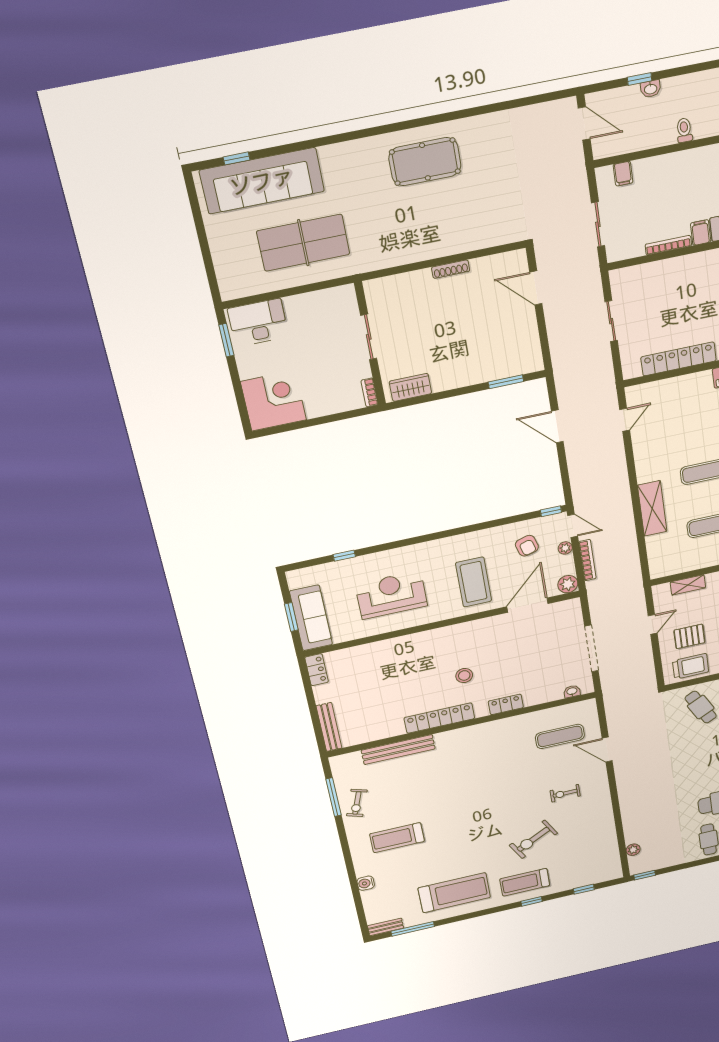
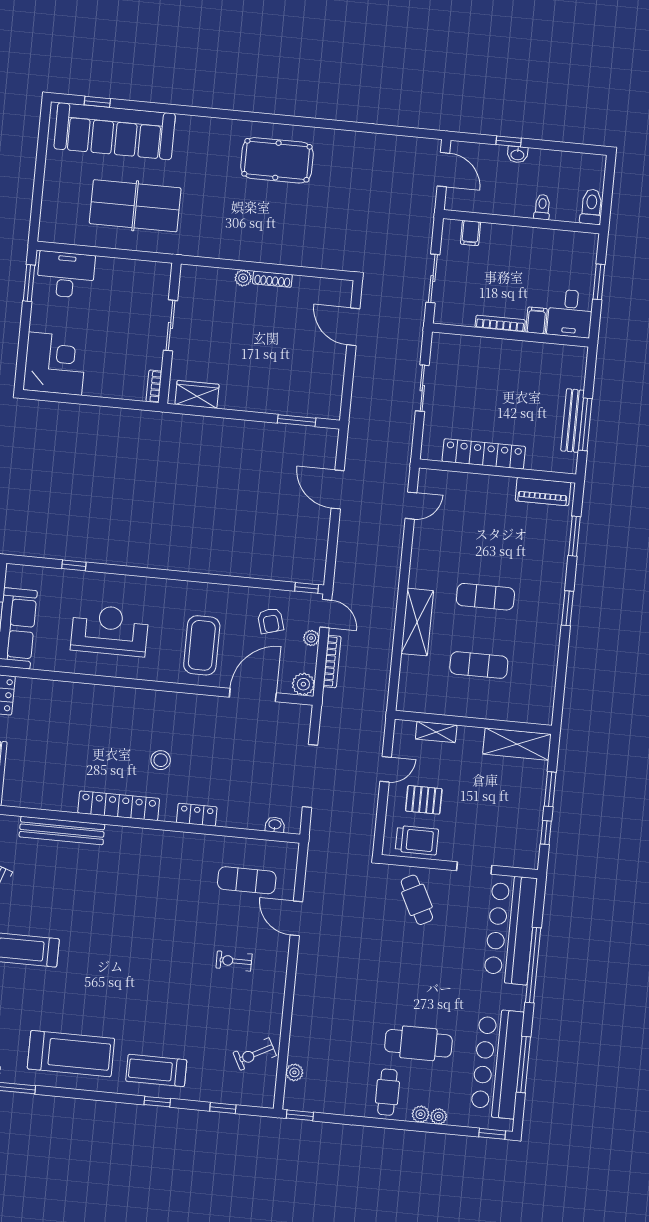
plant: (423, 276) -> (243, 278), added
exercise bike: (533, 839) -> (255, 1054), moved, width x0.73, depth x0.72

